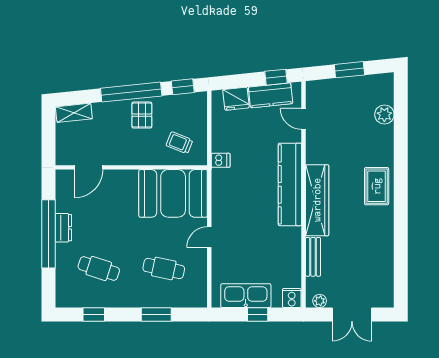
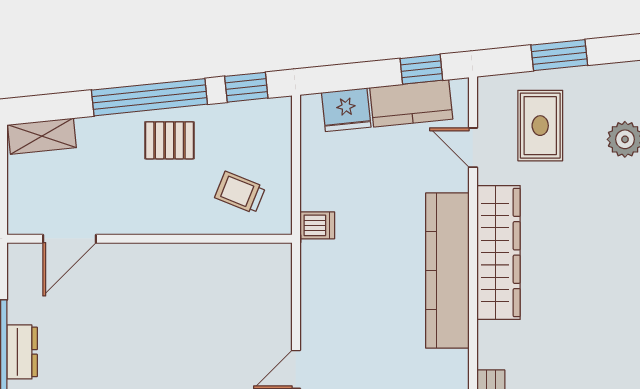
pallet: (142, 115) -> (169, 140), turned 90
rug: (377, 186) -> (540, 126), moved
booth: (173, 193) -> (228, 287), removed
wardrobe: (317, 200) -> (499, 253), moved

